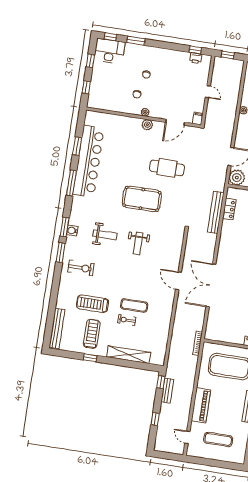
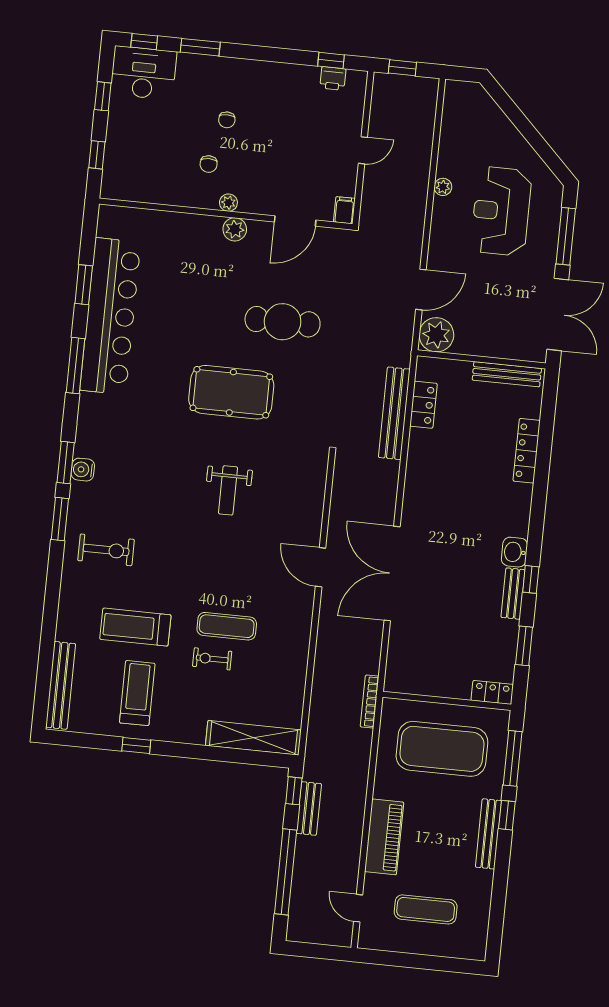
door: (208, 92) -> (363, 150), hinge flipped
weight bench: (105, 235) -> (154, 475), removed
shelving: (129, 355) -> (253, 738), moved
window: (155, 419) -> (286, 872), width x3.17

